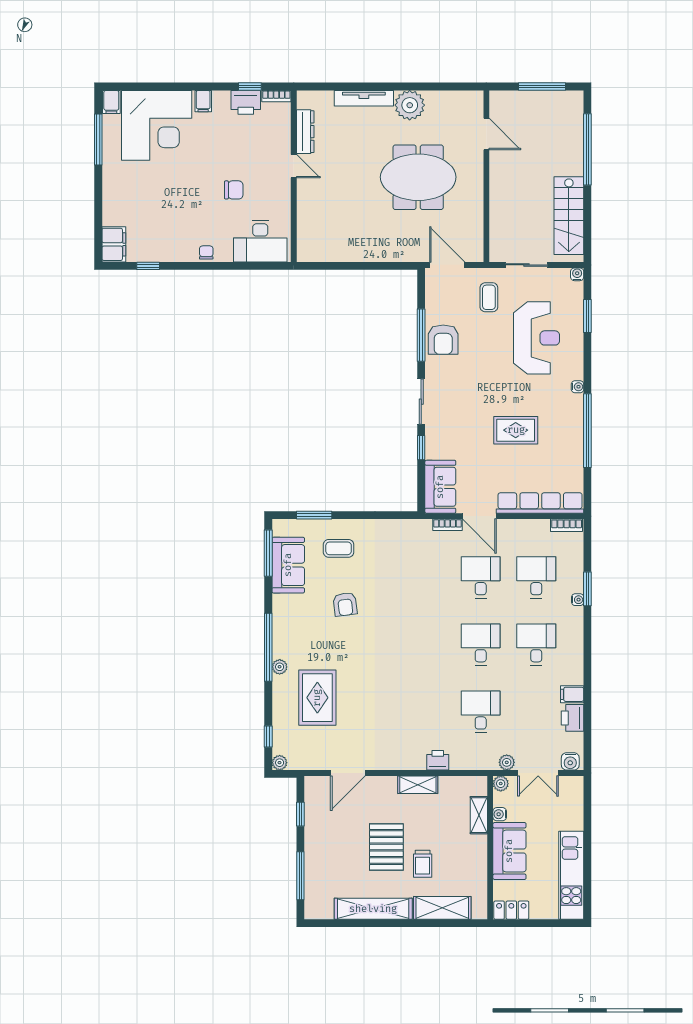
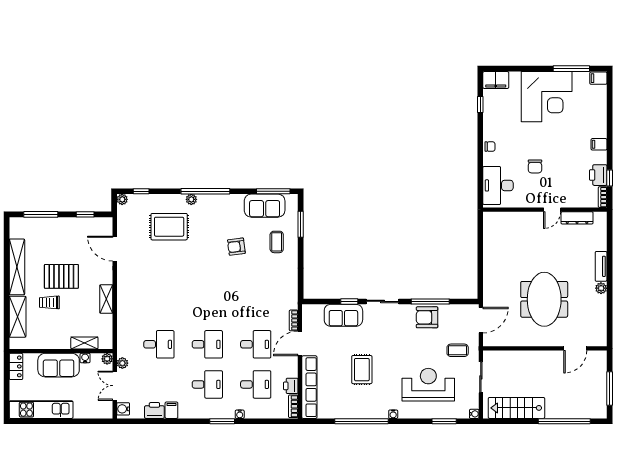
tv unit: (364, 98) -> (601, 266), width x0.71
plant: (410, 105) -> (601, 288), width x0.53, depth x0.53
corner desk: (157, 125) -> (547, 97), moved, turned -90
reception desk: (537, 338) -> (428, 385), turned 180
sofa: (440, 487) -> (343, 315), moved
window: (587, 589) -> (222, 421), moved
printer: (438, 760) -> (291, 386), moved, turned 180

